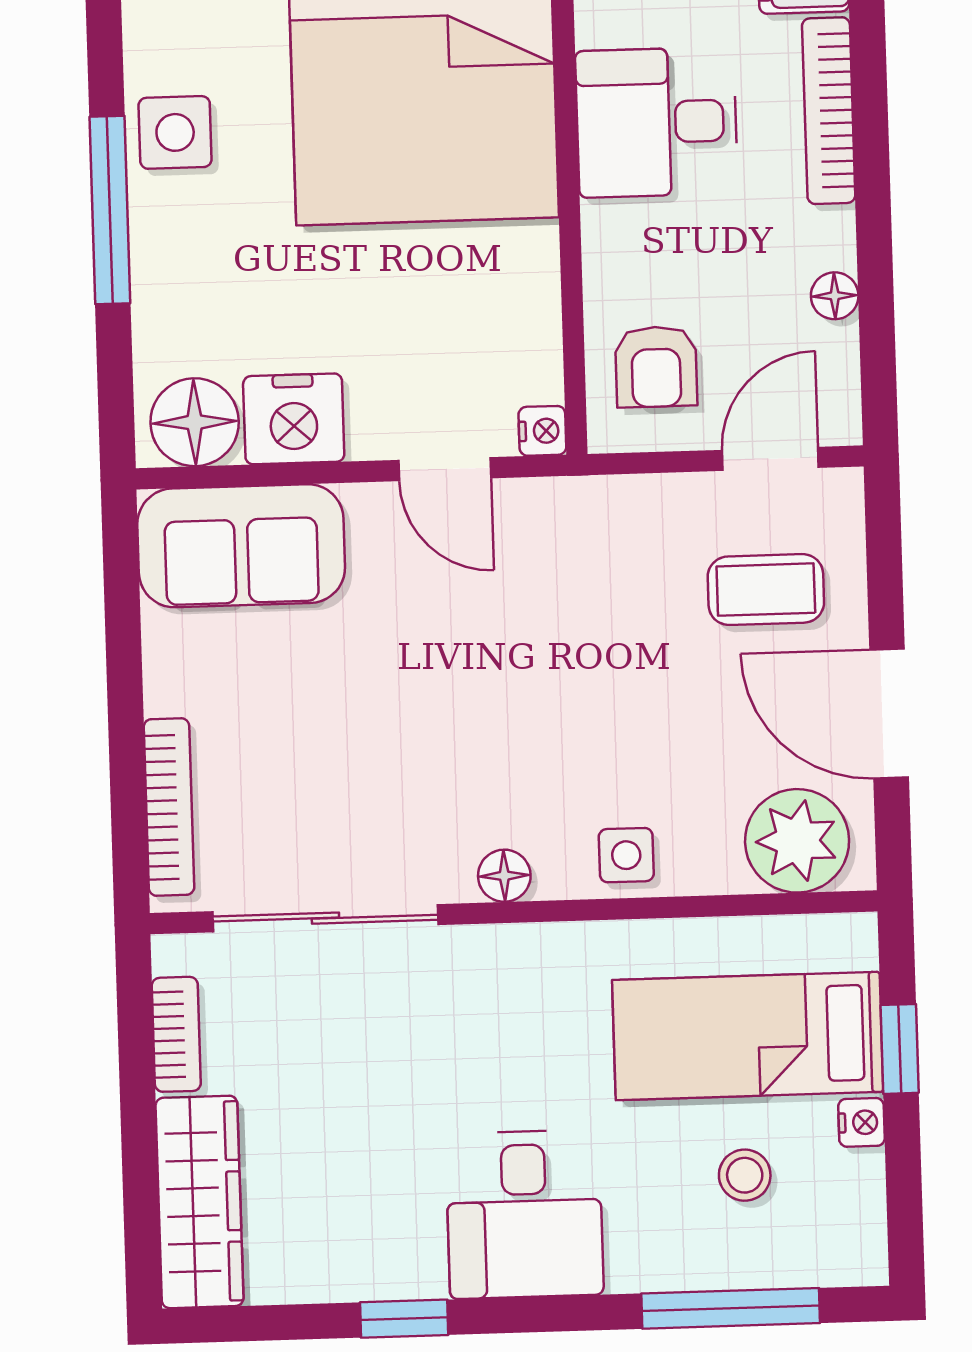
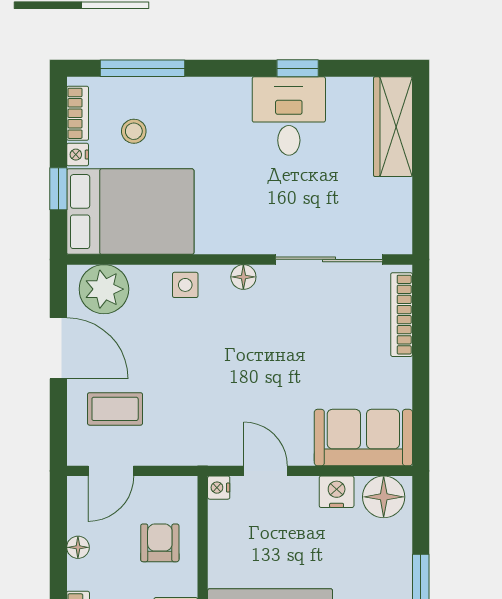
armchair: (656, 367) -> (160, 543), moved
nightstand: (294, 419) -> (337, 492), width x0.74, depth x0.75
bookcase: (176, 1034) -> (78, 113), moved, turned 180
bed: (748, 1036) -> (130, 212), width x1.50
desk: (524, 1214) -> (289, 116), moved

